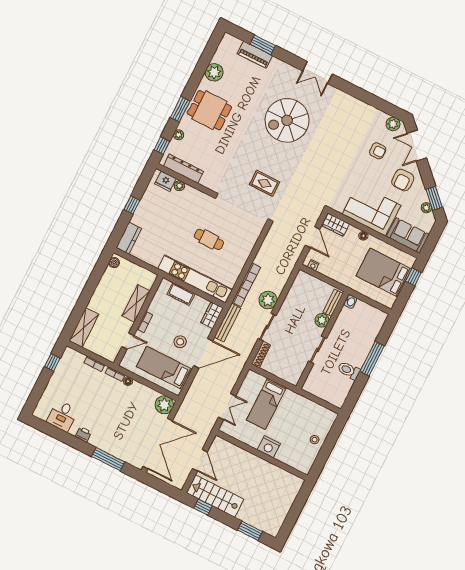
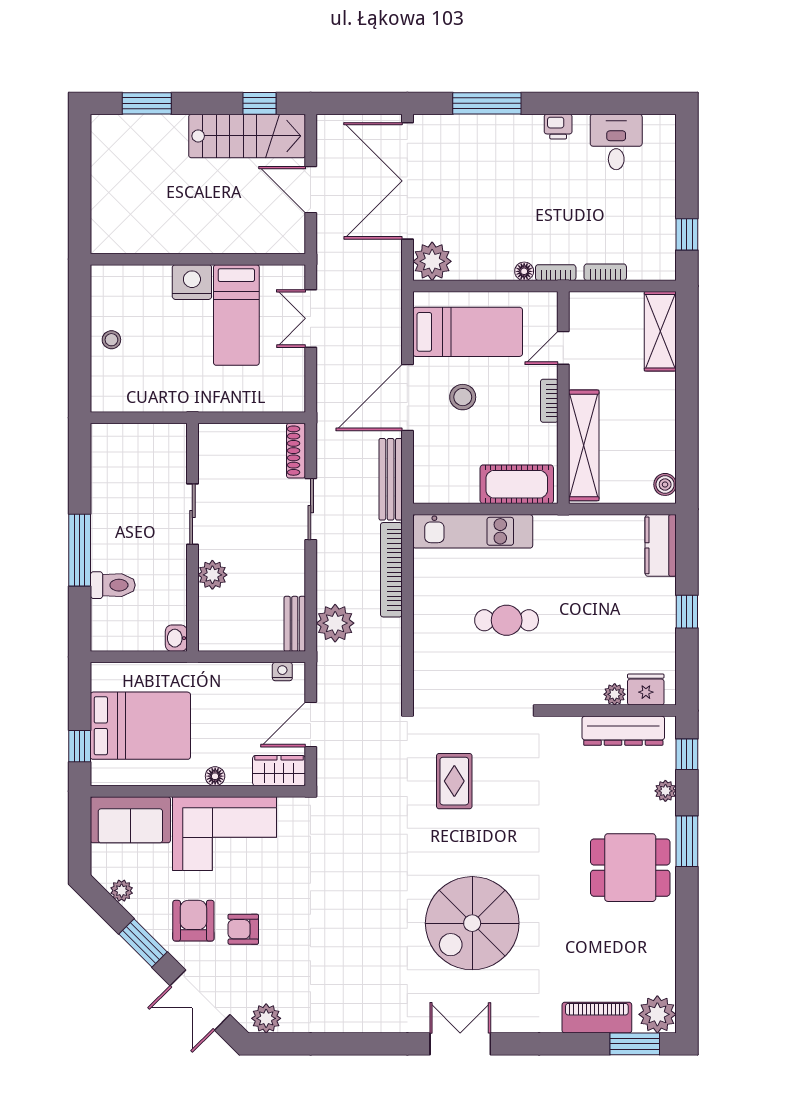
window: (263, 45) -> (635, 1044), moved
plant: (214, 72) -> (657, 1014), moved
spiral stairs: (287, 120) -> (472, 923), turned 180
double door: (417, 146) -> (200, 1000), swing flipped
armchair: (378, 151) -> (243, 929), moved
rug: (265, 183) -> (454, 781), turned 90
window: (434, 198) -> (143, 943), moved
door: (313, 237) -> (311, 724), hinge flipped
kitchen unit: (195, 279) -> (473, 531), width x0.73
cot: (181, 294) -> (517, 484), width x1.37, depth x1.34
plant: (268, 300) -> (335, 623), moved
shelving: (136, 303) -> (584, 445), width x1.47
bench: (333, 303) -> (295, 624), moved
wardrobe: (212, 315) -> (428, 478), removed
toilet: (349, 370) -> (113, 585), moved
bed: (266, 404) -> (236, 315), moved, turned 180

